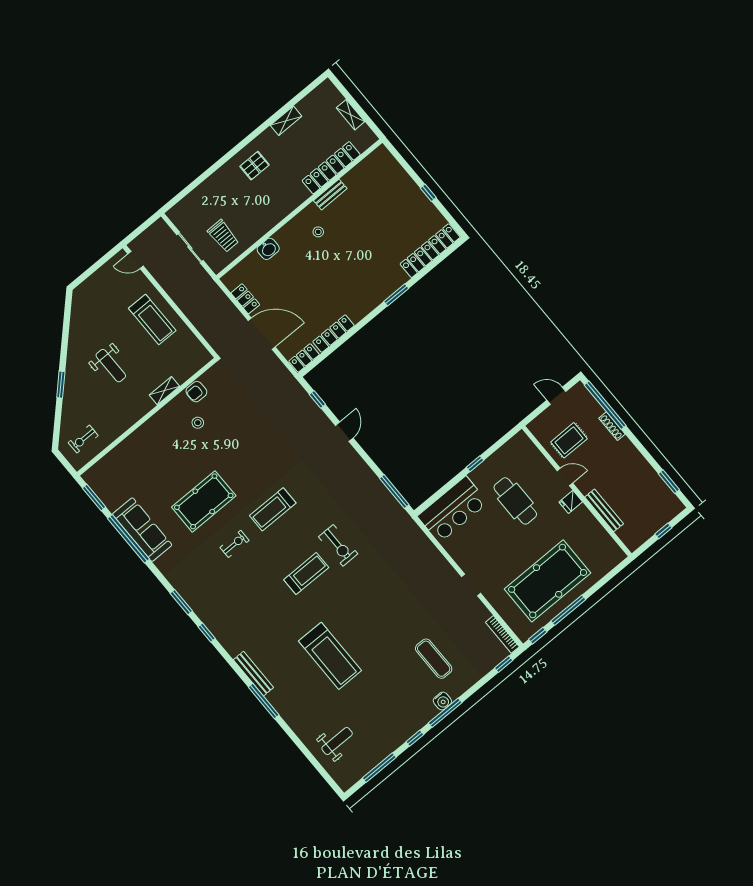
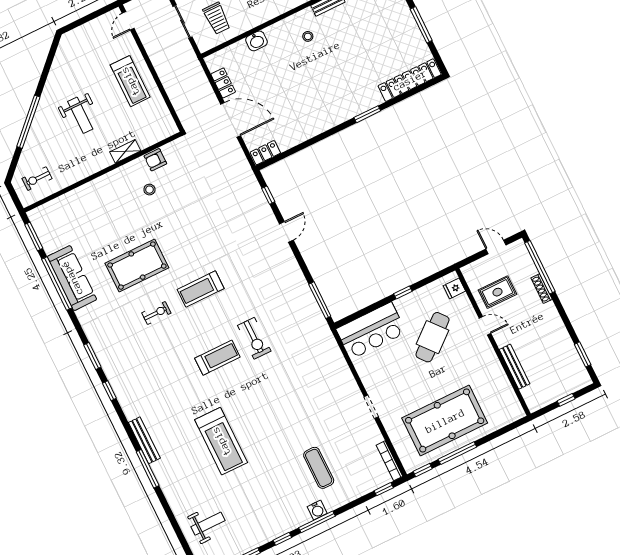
window: (428, 193) -> (421, 25), width x2.17
door: (136, 260) -> (128, 21), hinge flipped
locker: (333, 334) -> (299, 136), removed
window: (61, 385) -> (28, 122), width x2.11
cafe table: (515, 501) -> (433, 337), turned 50
fridge: (571, 502) -> (454, 288), moved

